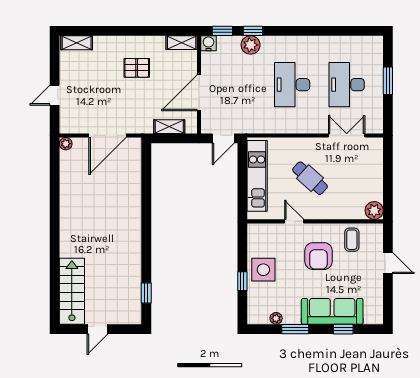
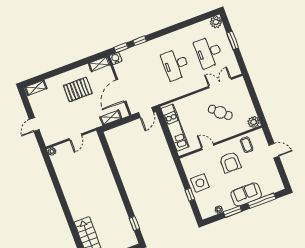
plant: (251, 45) -> (216, 22), moved
pallet: (137, 68) -> (78, 89), width x1.50, depth x1.42
door: (108, 135) -> (75, 137), width x0.53
cafe table: (310, 178) -> (220, 112), moved
sofa: (332, 311) -> (246, 194), width x0.73
window: (343, 329) -> (262, 201), width x2.17

